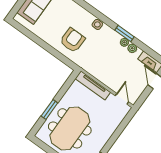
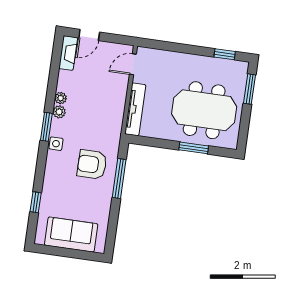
window: (125, 34) -> (46, 127), moved
plant: (132, 48) -> (59, 112), moved
window: (55, 53) -> (119, 179), added

